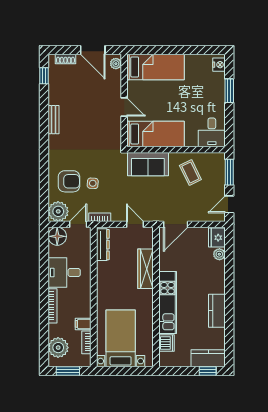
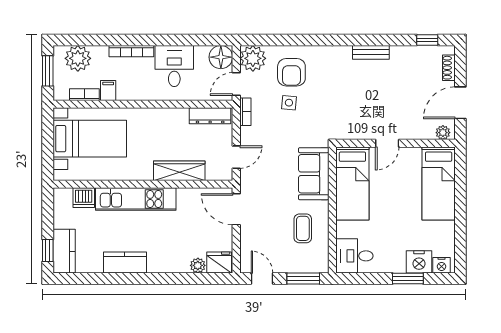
nightstand: (216, 82) -> (419, 262), added
coffee table: (190, 173) -> (303, 228), turned -64
door: (78, 224) -> (236, 84), swing flipped

